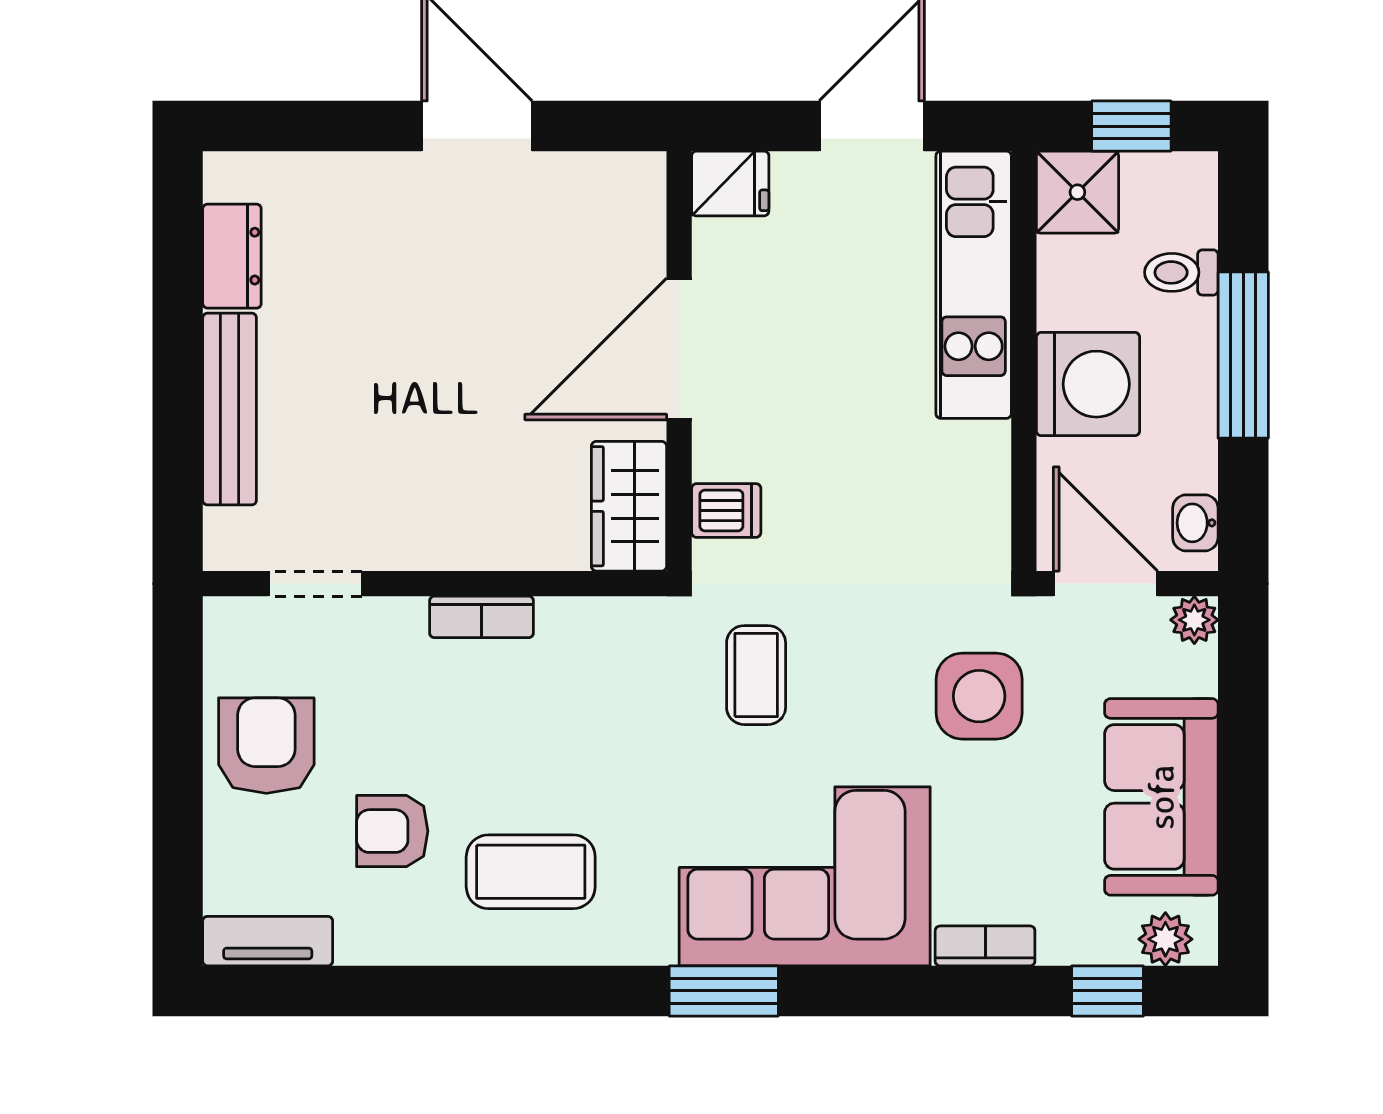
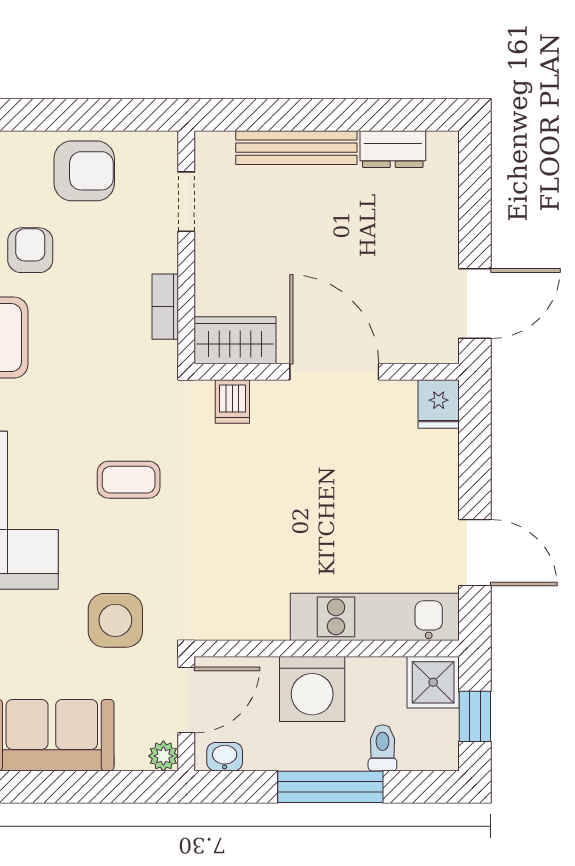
fridge: (730, 183) -> (439, 404), moved
door: (679, 349) -> (334, 372), moved
wall: (679, 361) -> (327, 372), moved
wardrobe: (629, 506) -> (235, 340), moved
dishwasher: (726, 510) -> (232, 402), moved

